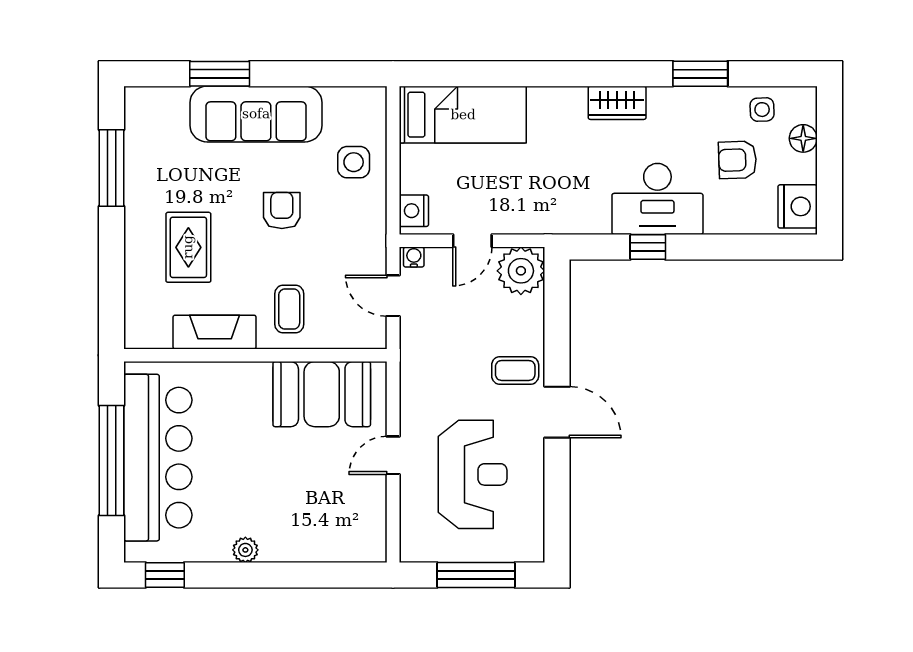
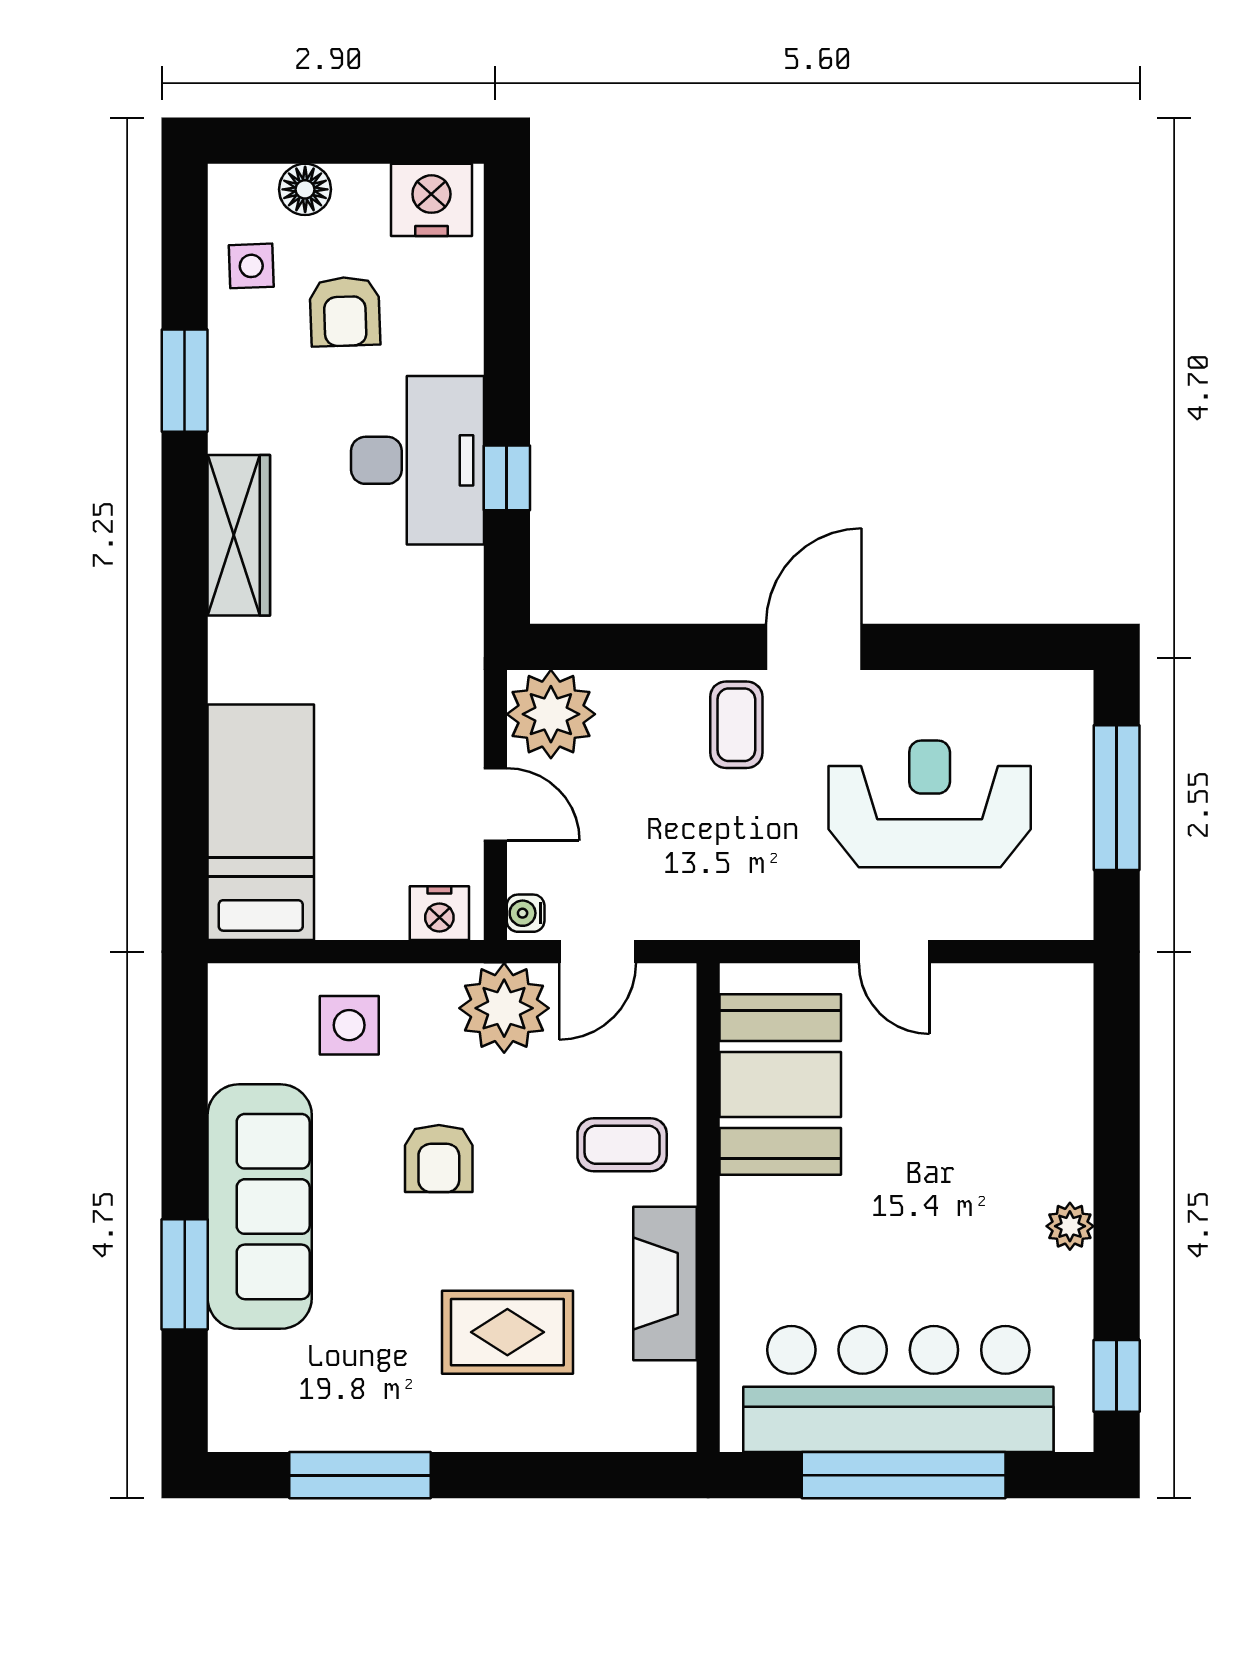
wardrobe: (617, 103) -> (239, 535), width x1.50
armchair: (282, 210) -> (439, 1159), turned -90
plant: (363, 245) -> (504, 1008), added

